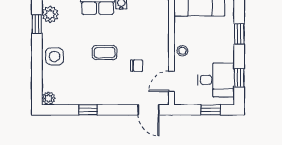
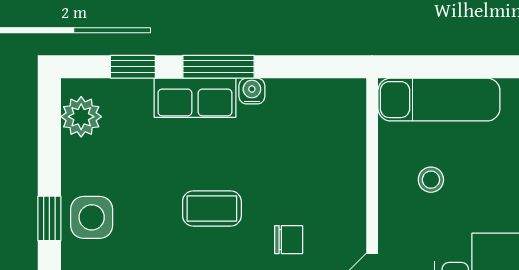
window: (37, 24) -> (49, 218), moved
stool: (182, 51) -> (431, 180), moved

